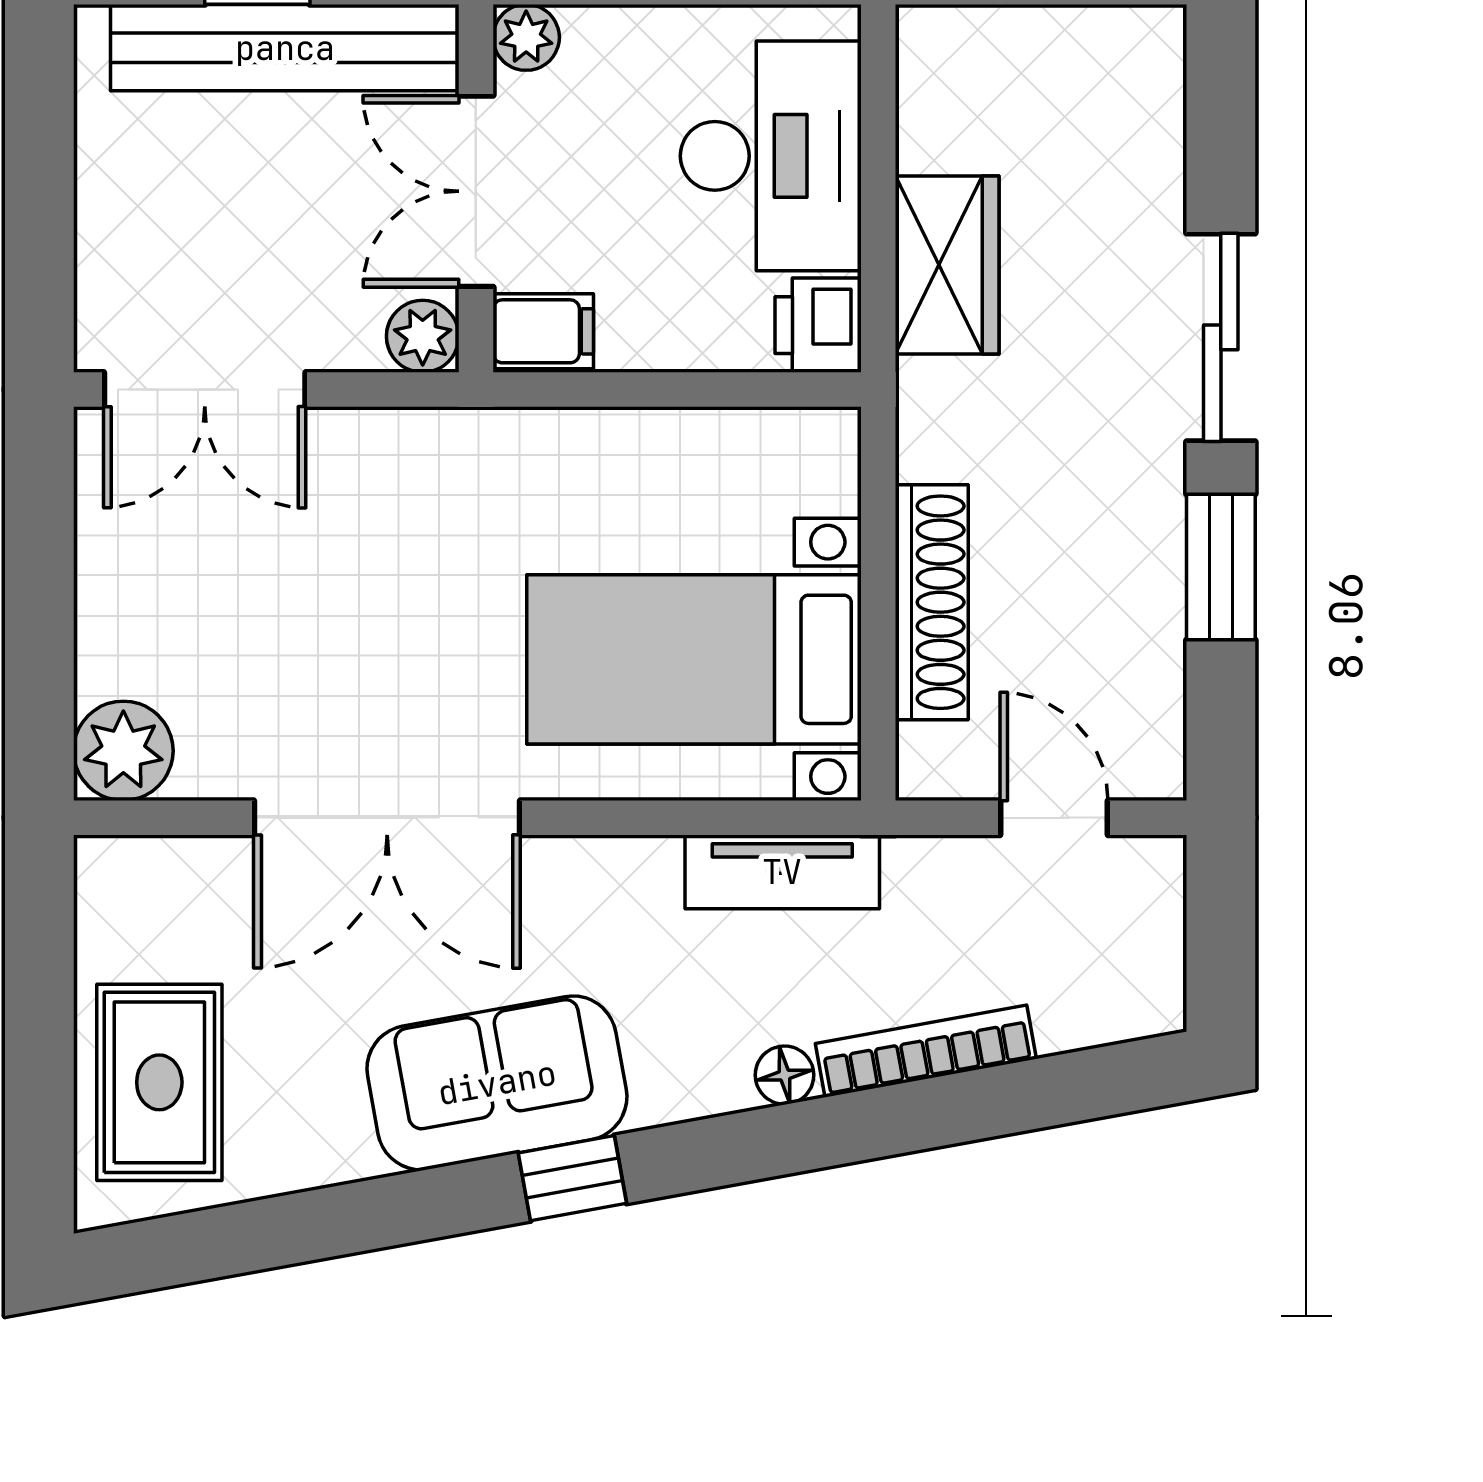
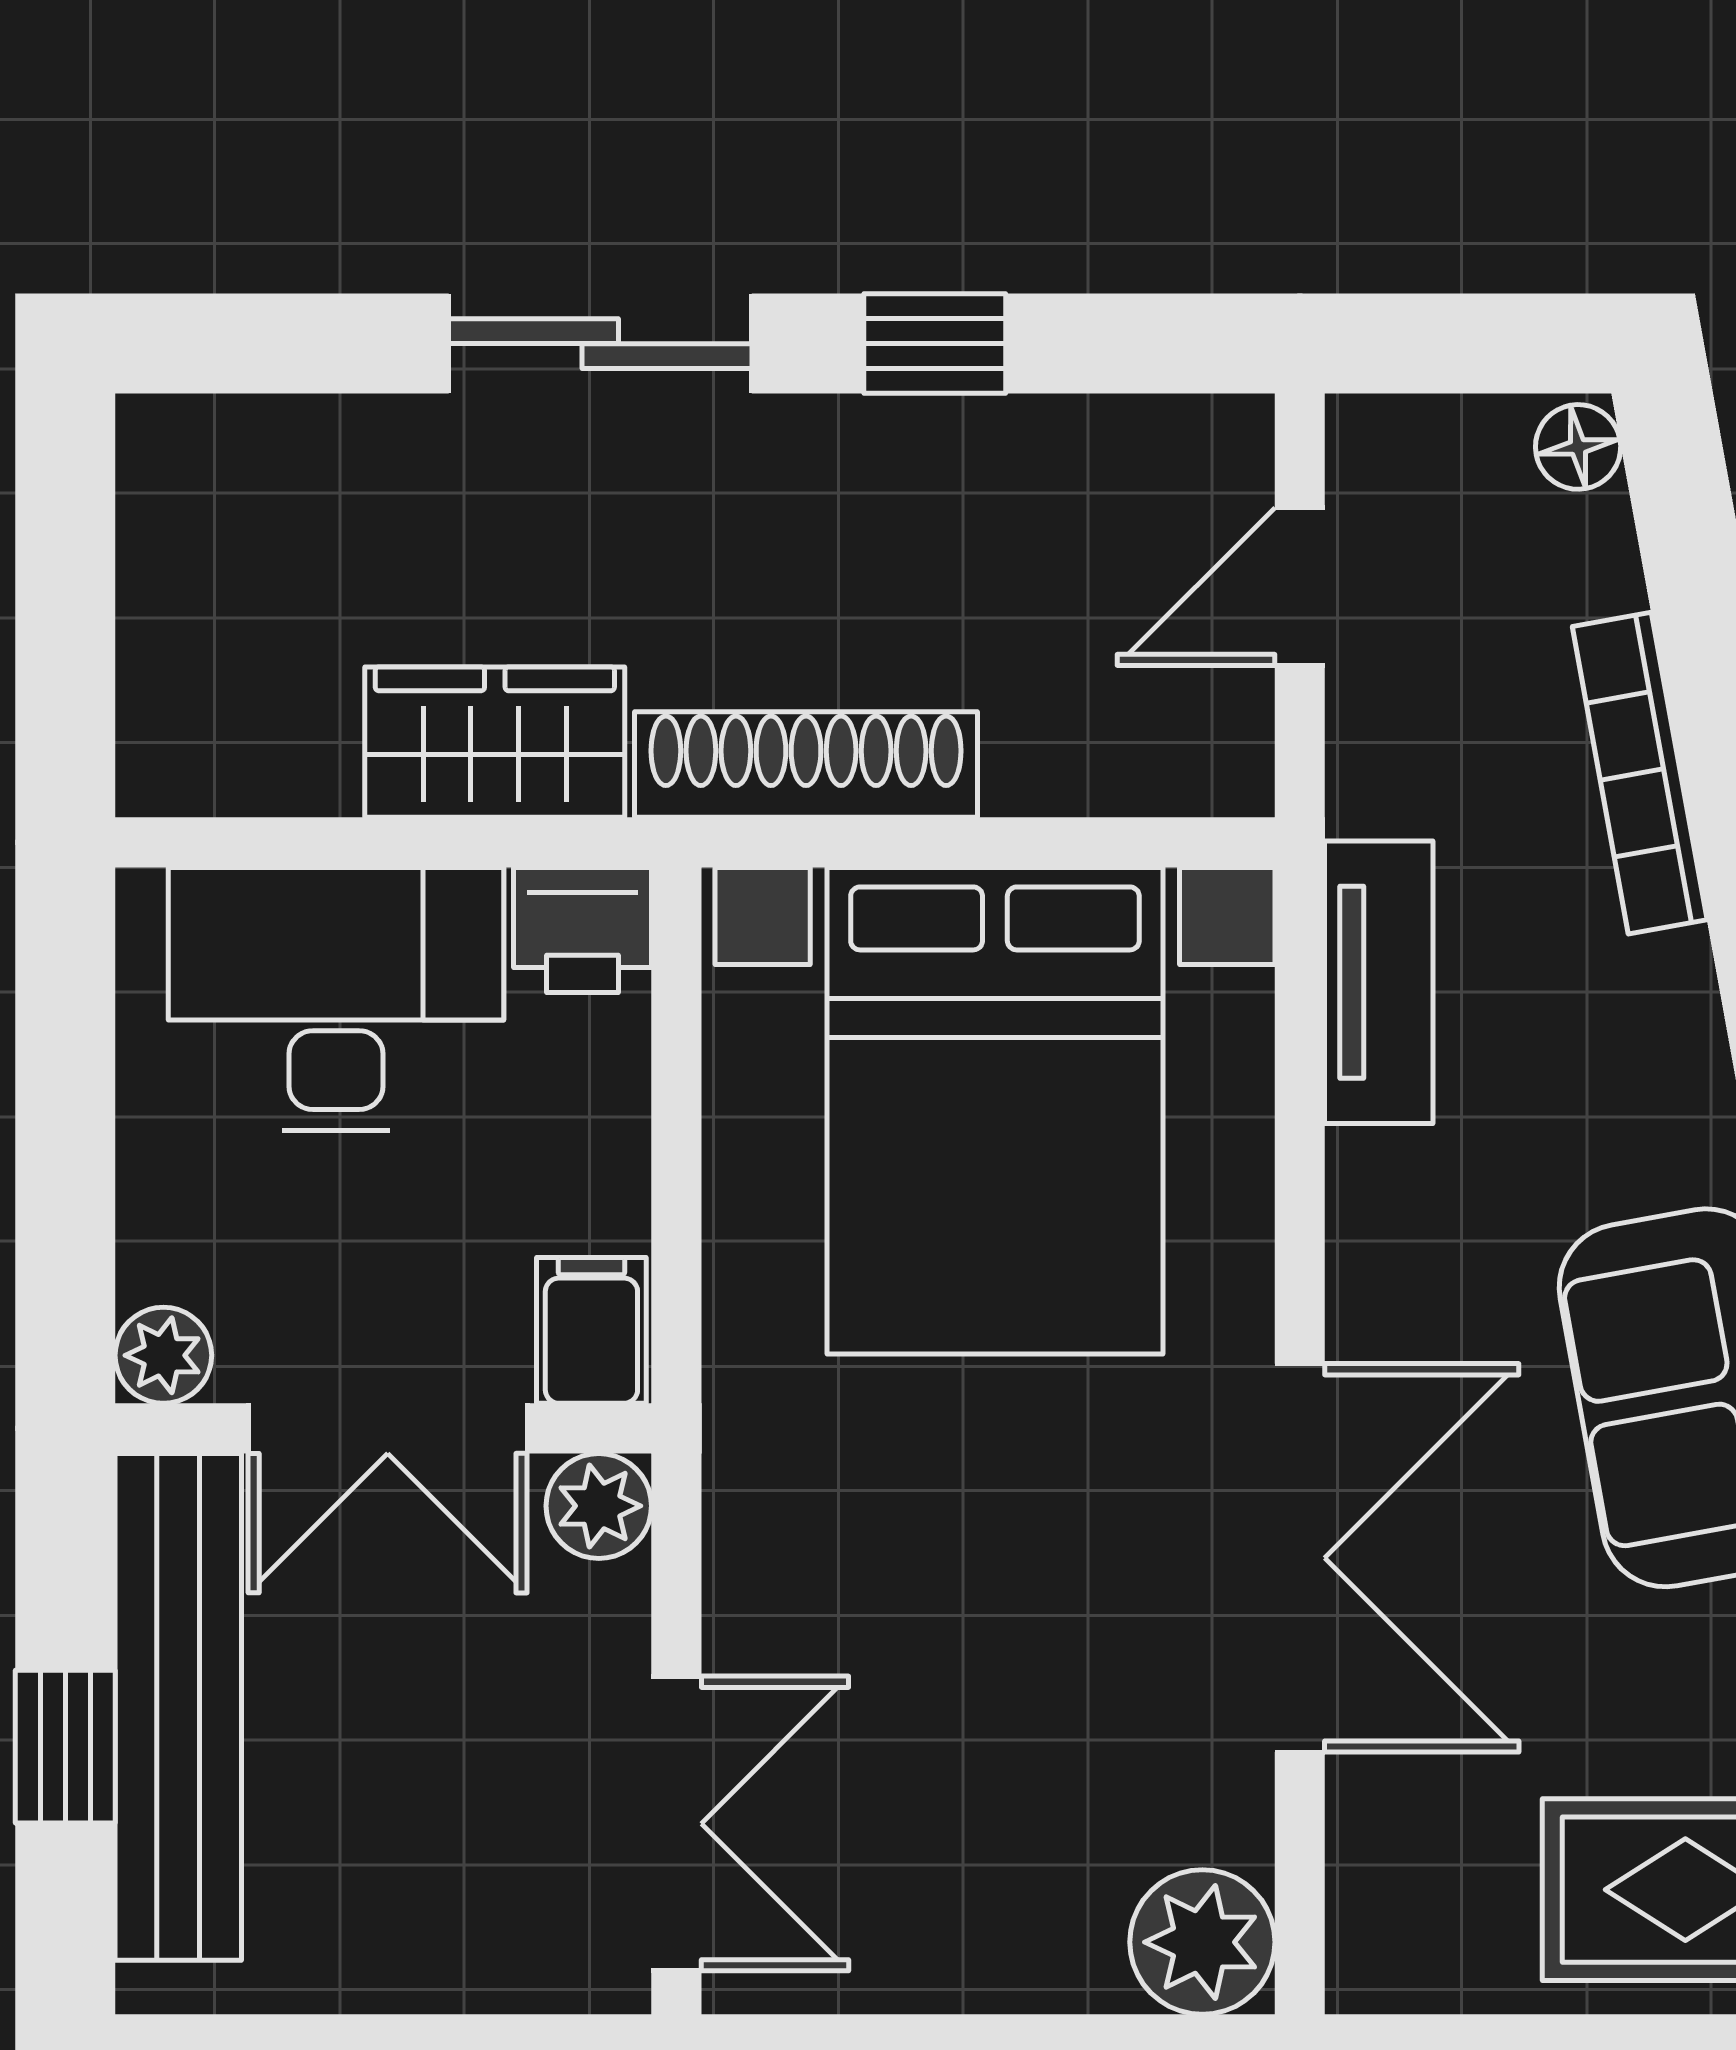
window: (1221, 567) -> (935, 344), width x0.67
shoe rack: (932, 602) -> (806, 765), moved
bed with nightstands: (694, 659) -> (995, 1111), width x1.36
floor lamp: (785, 1075) -> (1578, 447), moved

